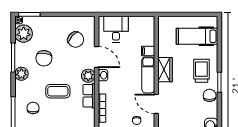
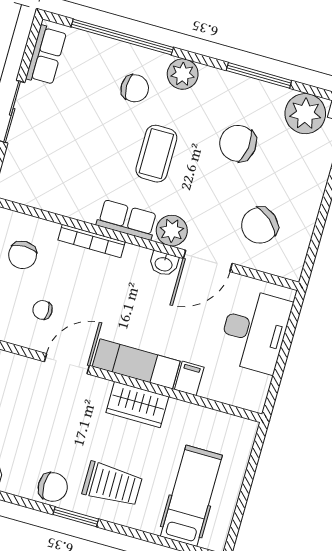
desk: (116, 29) -> (255, 331), width x1.37
plant: (21, 74) -> (183, 74), moved

